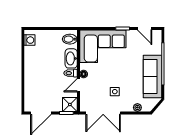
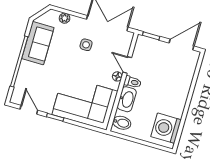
washing machine: (29, 40) -> (166, 128), width x1.89, depth x1.89
sofa: (152, 77) -> (38, 43), width x0.73
door: (78, 85) -> (127, 65), swing flipped
shower: (70, 104) -> (144, 45), removed

